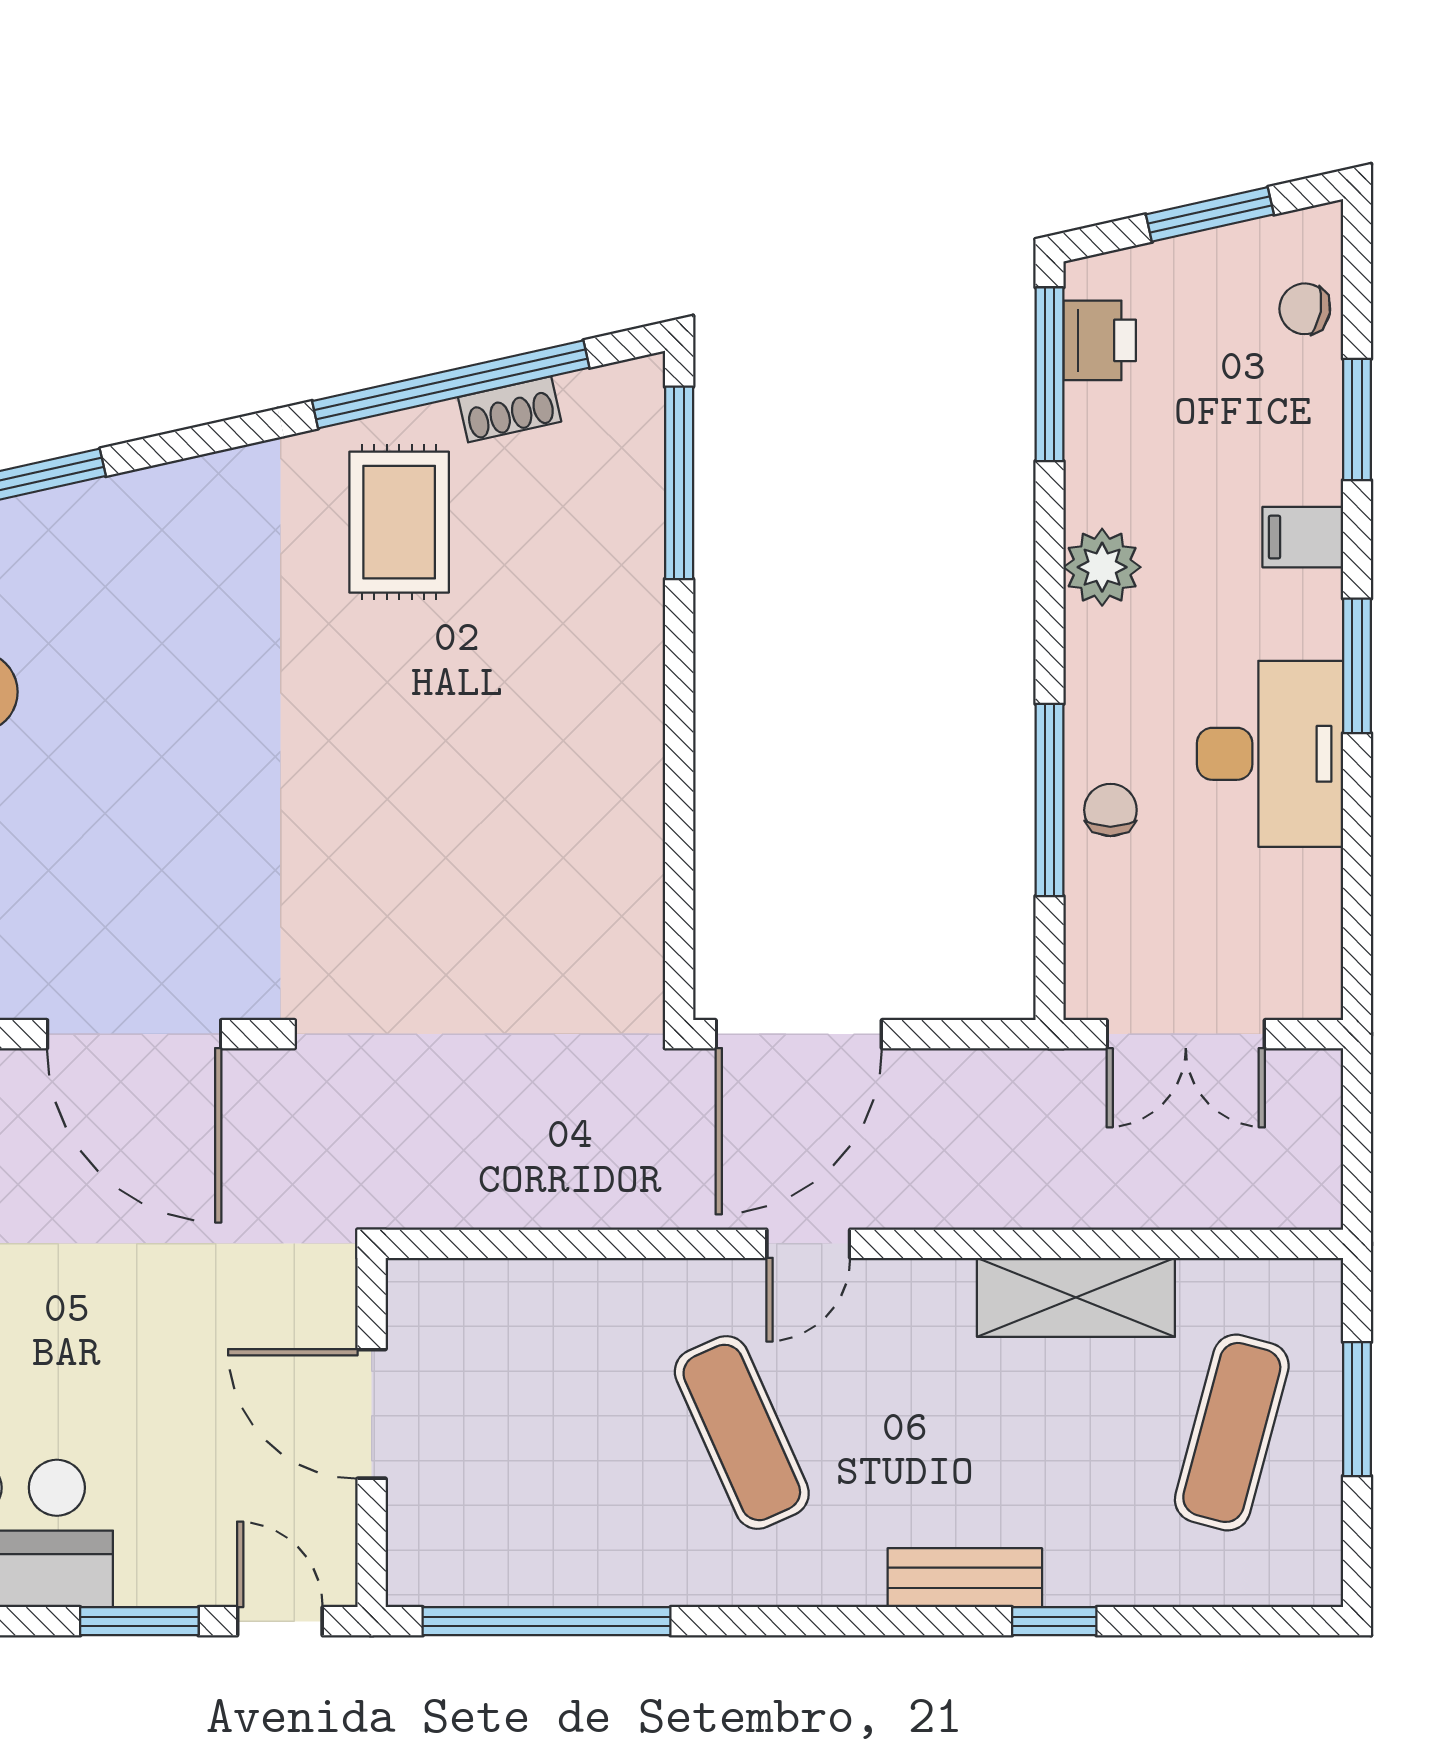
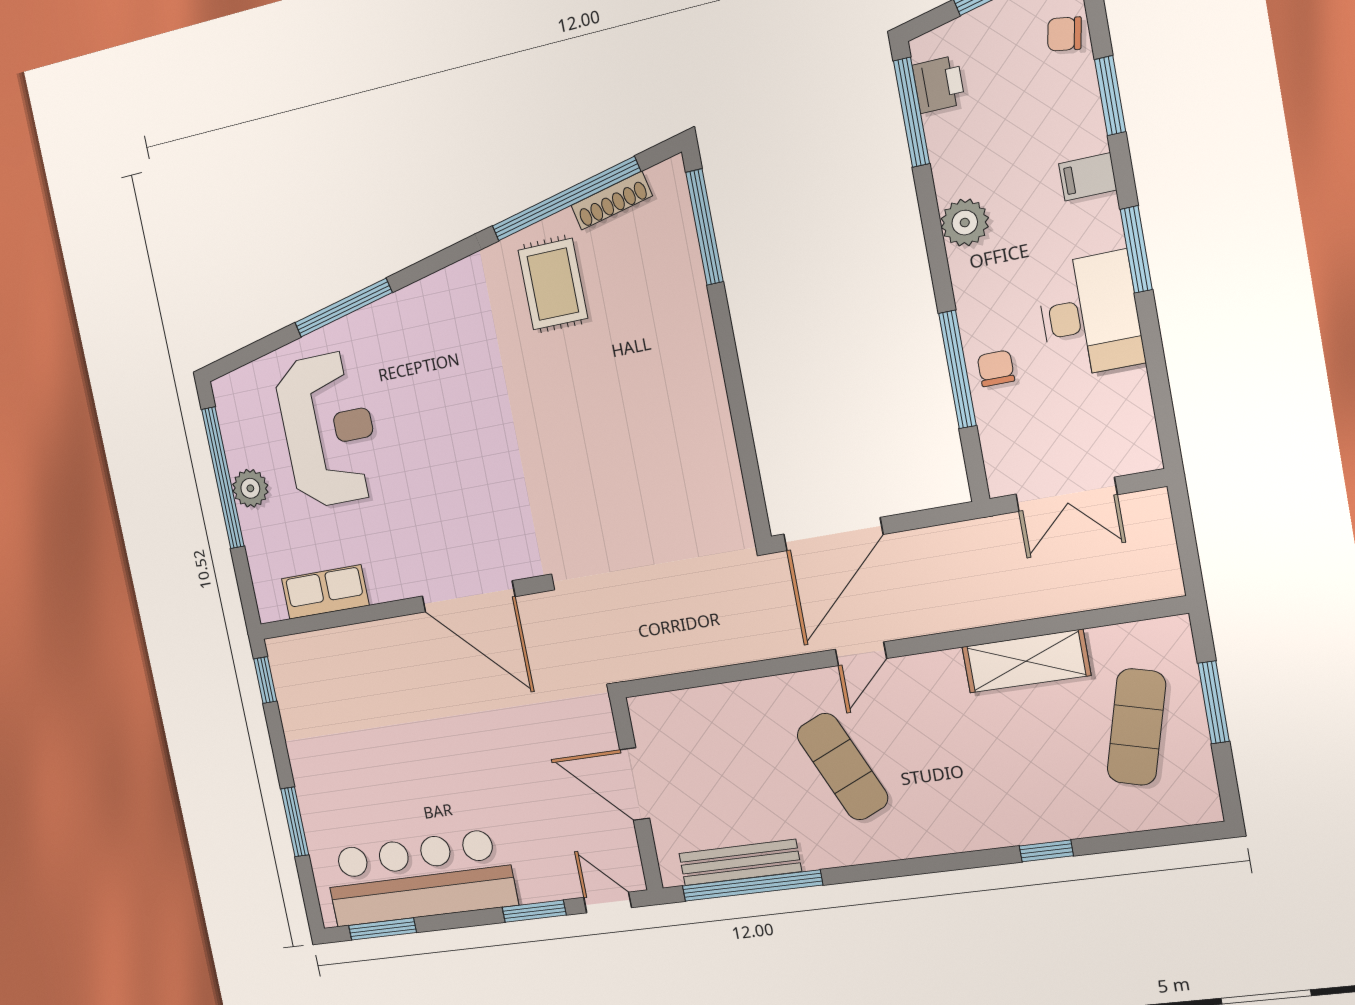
shoe rack: (510, 409) -> (612, 201), width x1.43
bench: (965, 1578) -> (740, 863), moved, width x1.36

